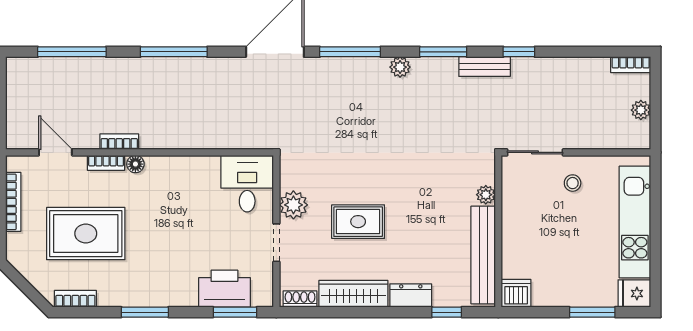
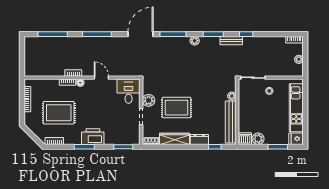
door: (55, 152) -> (101, 78), moved
rug: (358, 222) -> (177, 108), width x1.36, depth x1.43
printer: (224, 289) -> (93, 137), moved
plant: (546, 294) -> (258, 139), added

